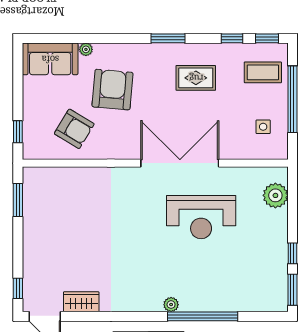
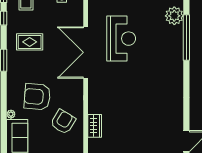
rug: (196, 78) -> (30, 42), turned 90
wardrobe: (81, 302) -> (95, 126), moved, turned 180
plant: (171, 305) -> (174, 16), moved, width x1.88, depth x1.88

